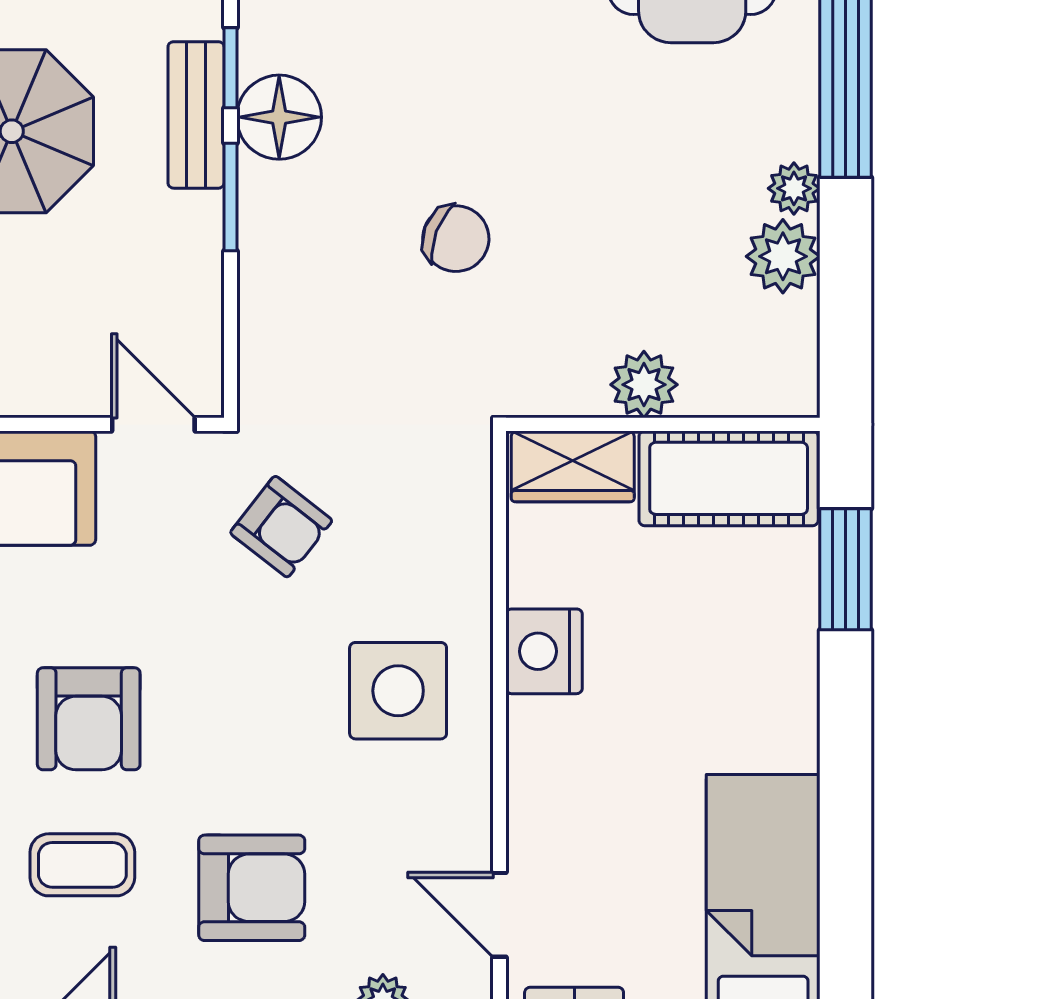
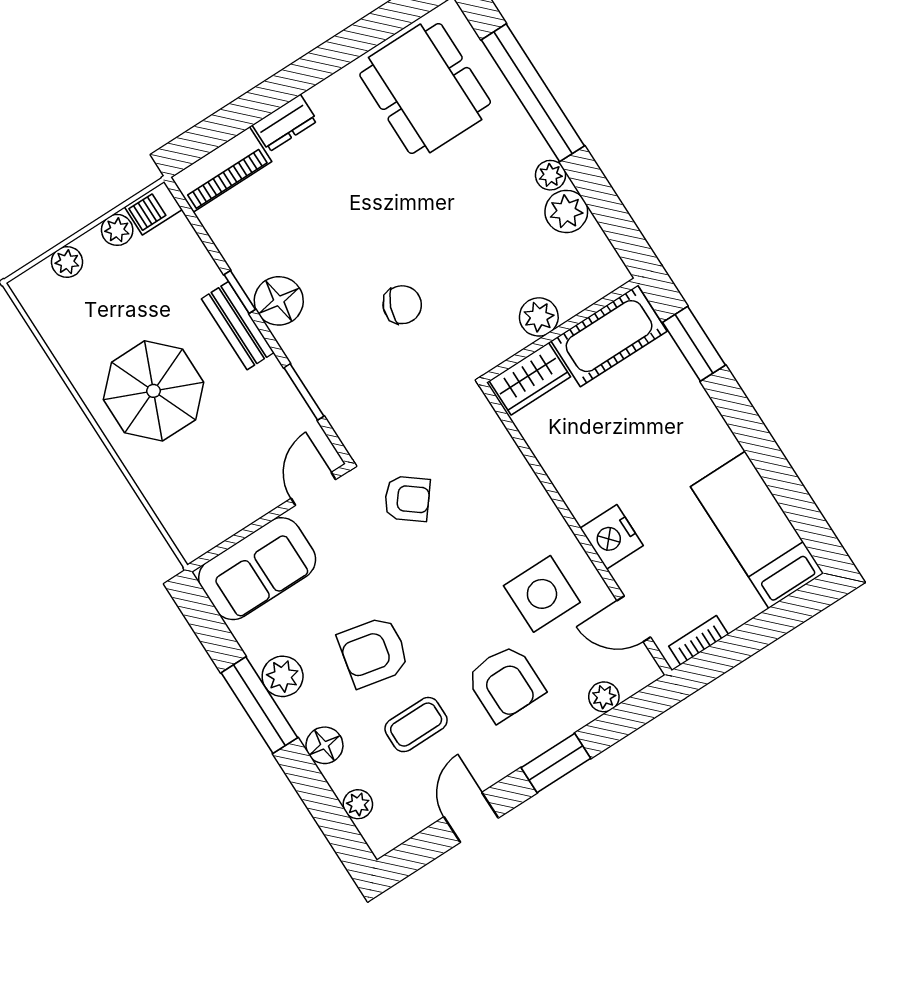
window: (230, 197) -> (304, 392), moved
door: (153, 424) -> (313, 489), hinge flipped
nightstand: (544, 651) -> (612, 537), moved
side table: (398, 691) -> (542, 594), moved
armchair: (89, 719) -> (374, 652), turned 102
armchair: (252, 888) -> (505, 683), turned 90

